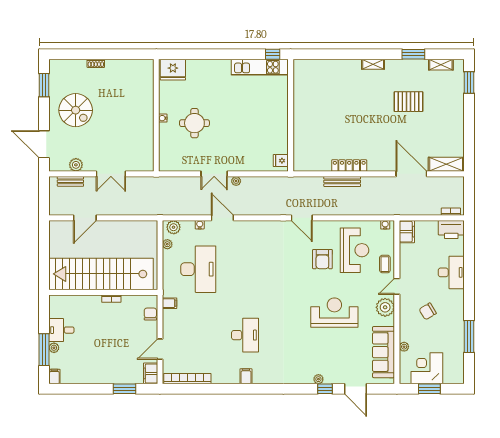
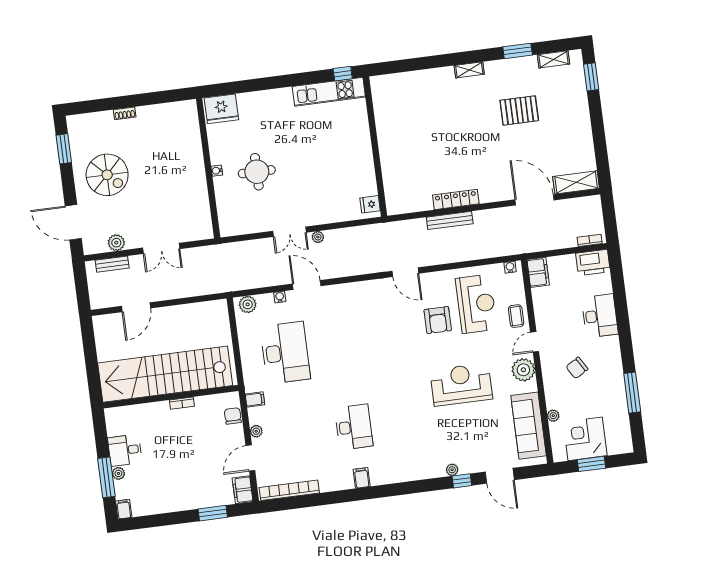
plant: (167, 244) -> (256, 431), moved

